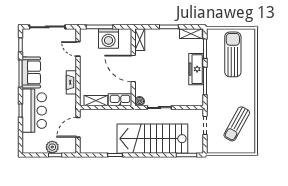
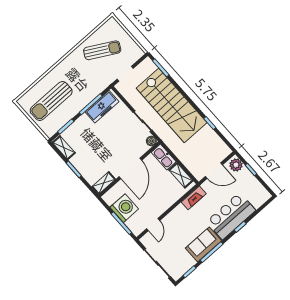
freezer: (196, 69) -> (102, 107), moved
fireplace: (71, 82) -> (194, 198), moved
plant: (52, 147) -> (236, 165), moved

